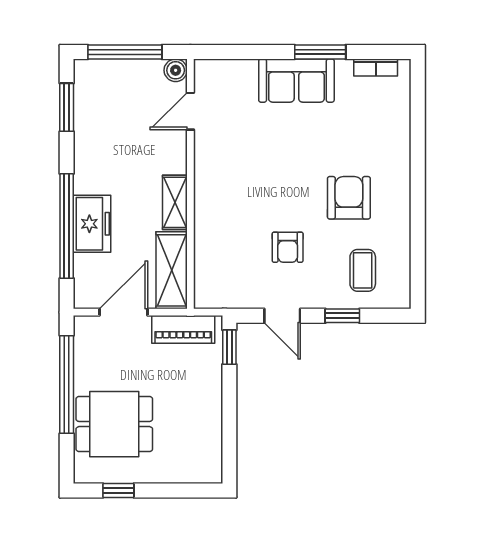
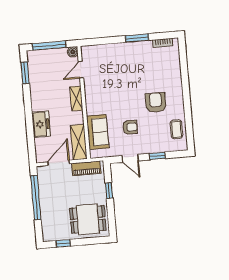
sofa: (296, 81) -> (98, 132), moved, turned -90
shelving: (175, 202) -> (76, 99), moved
window: (67, 226) -> (30, 126), removed
armchair: (288, 247) -> (130, 127), turned -90
coffee table: (363, 270) -> (176, 129), moved
window: (229, 347) -> (109, 191), moved
dining table: (114, 424) -> (88, 219), moved

